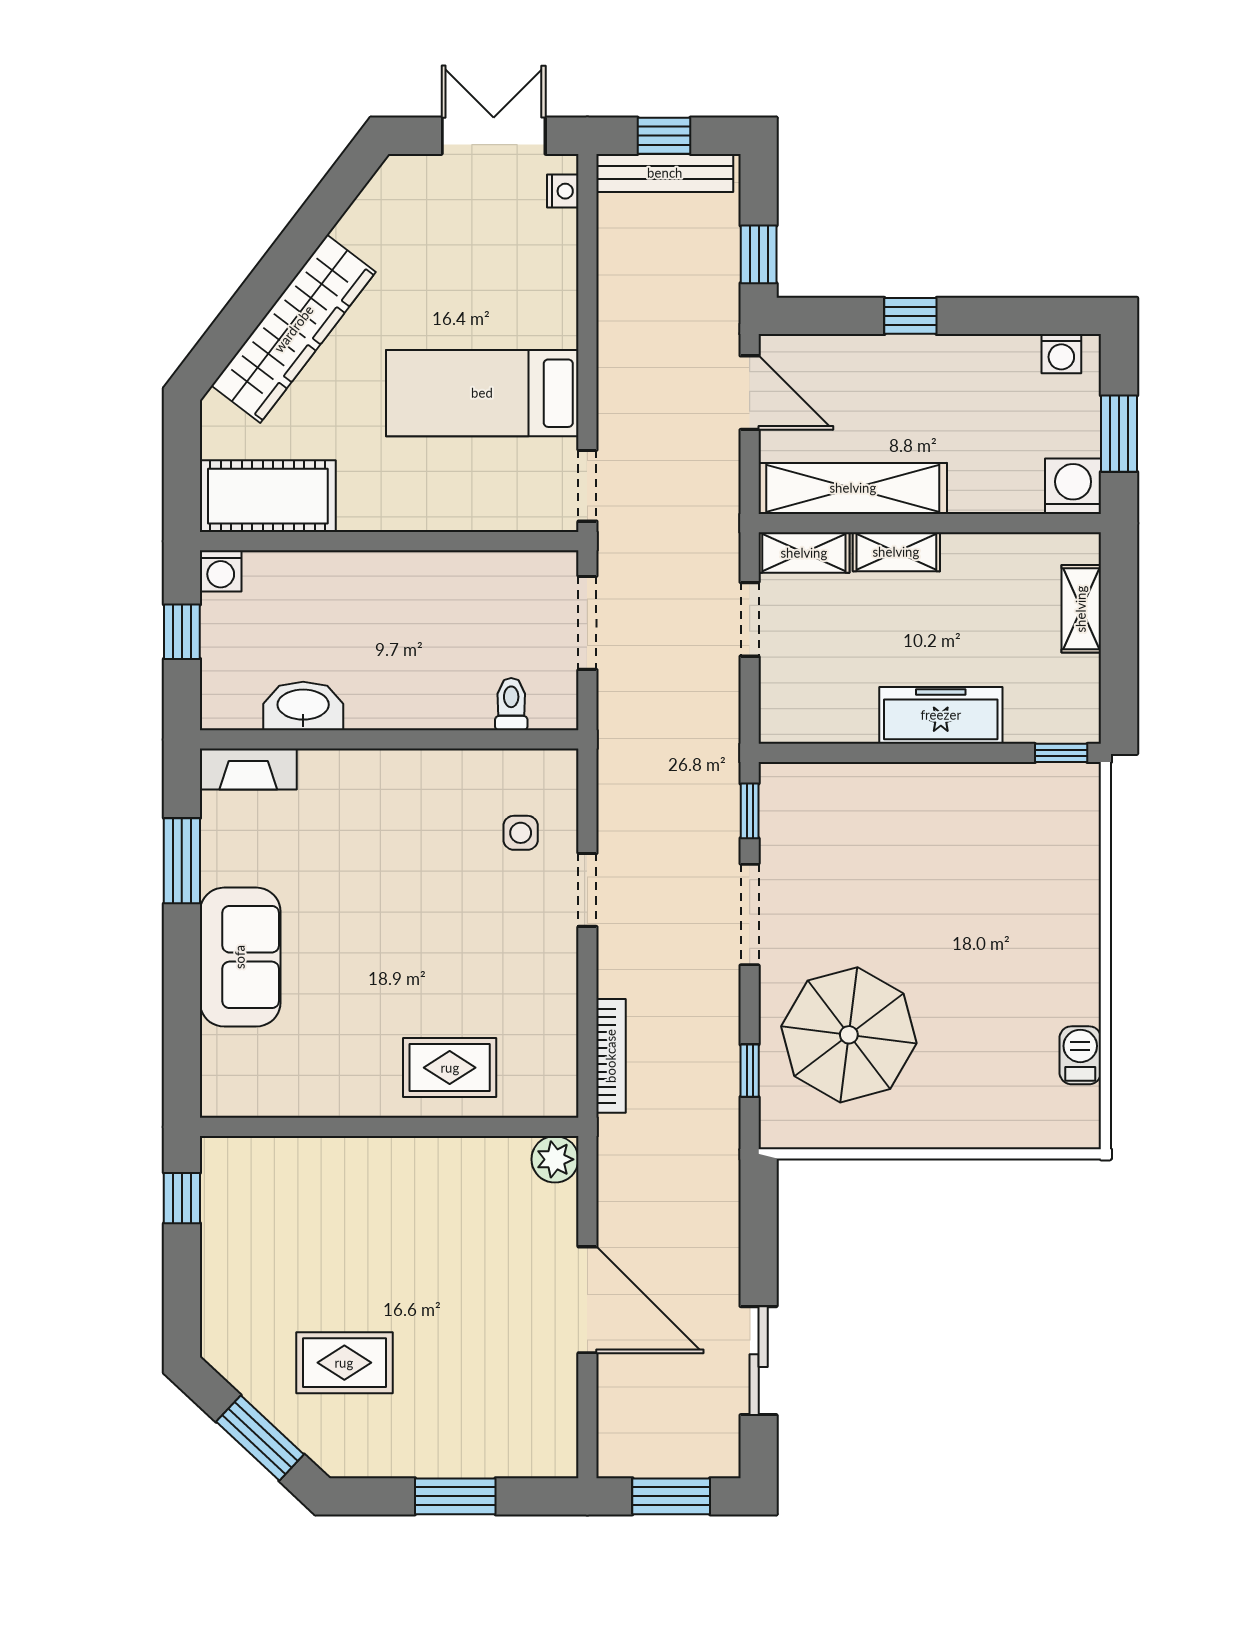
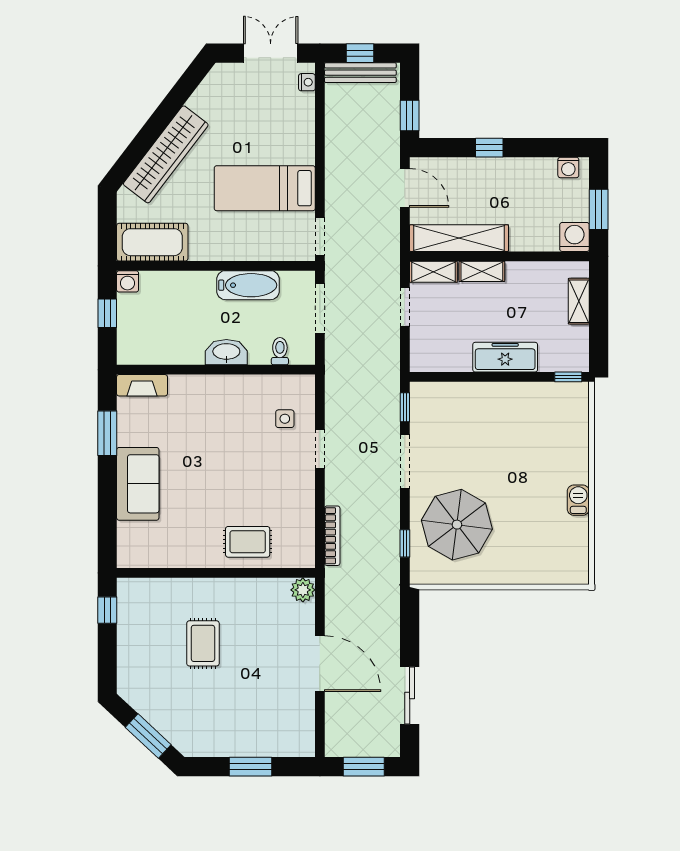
bathtub: (450, 578) -> (248, 285), added
washbasin: (303, 706) -> (226, 352), moved
barbecue: (1080, 1055) -> (578, 500), moved
rug: (344, 1363) -> (203, 643), moved, turned 90

